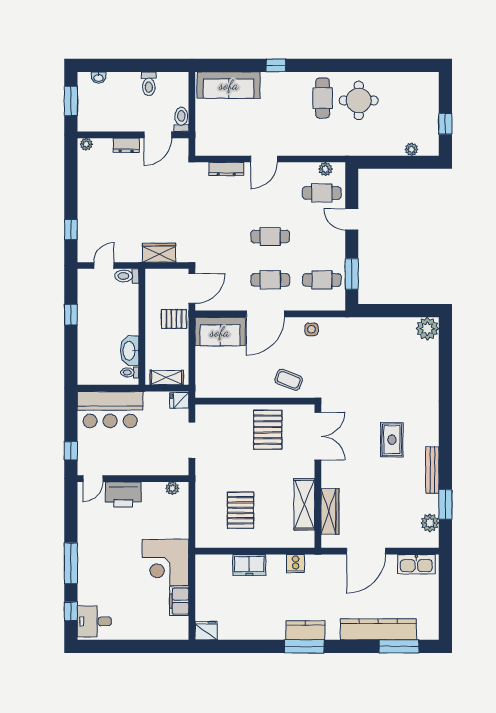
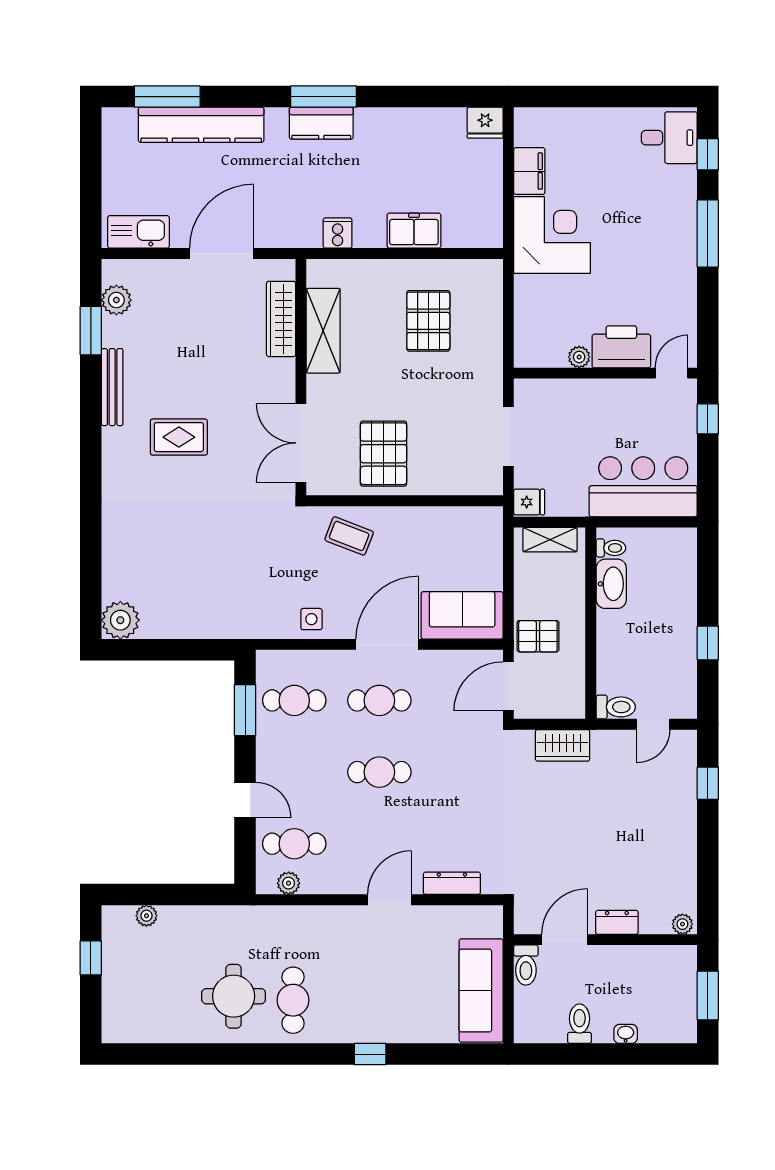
washbasin: (98, 78) -> (626, 1034), moved
sofa: (229, 85) -> (481, 991), moved, turned -90
rug: (392, 440) -> (179, 437), turned 90
plant: (172, 488) -> (579, 357), moved

